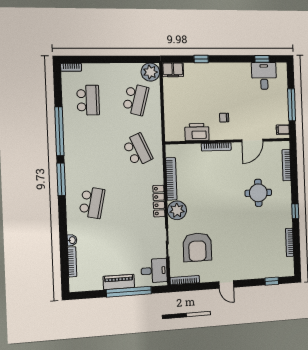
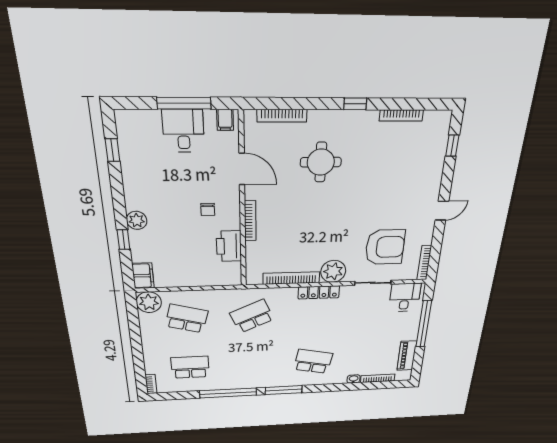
plant: (215, 69) -> (137, 220), added
desk: (264, 76) -> (183, 131), moved, turned 90
piano: (119, 282) -> (407, 356), moved

